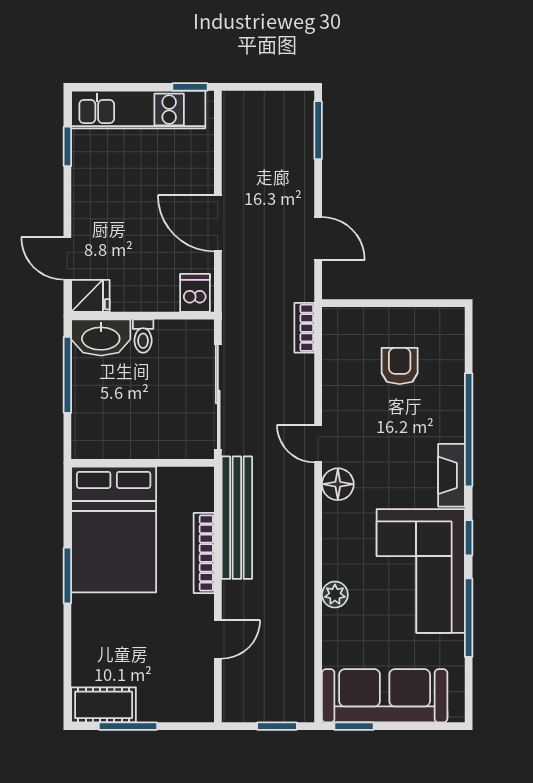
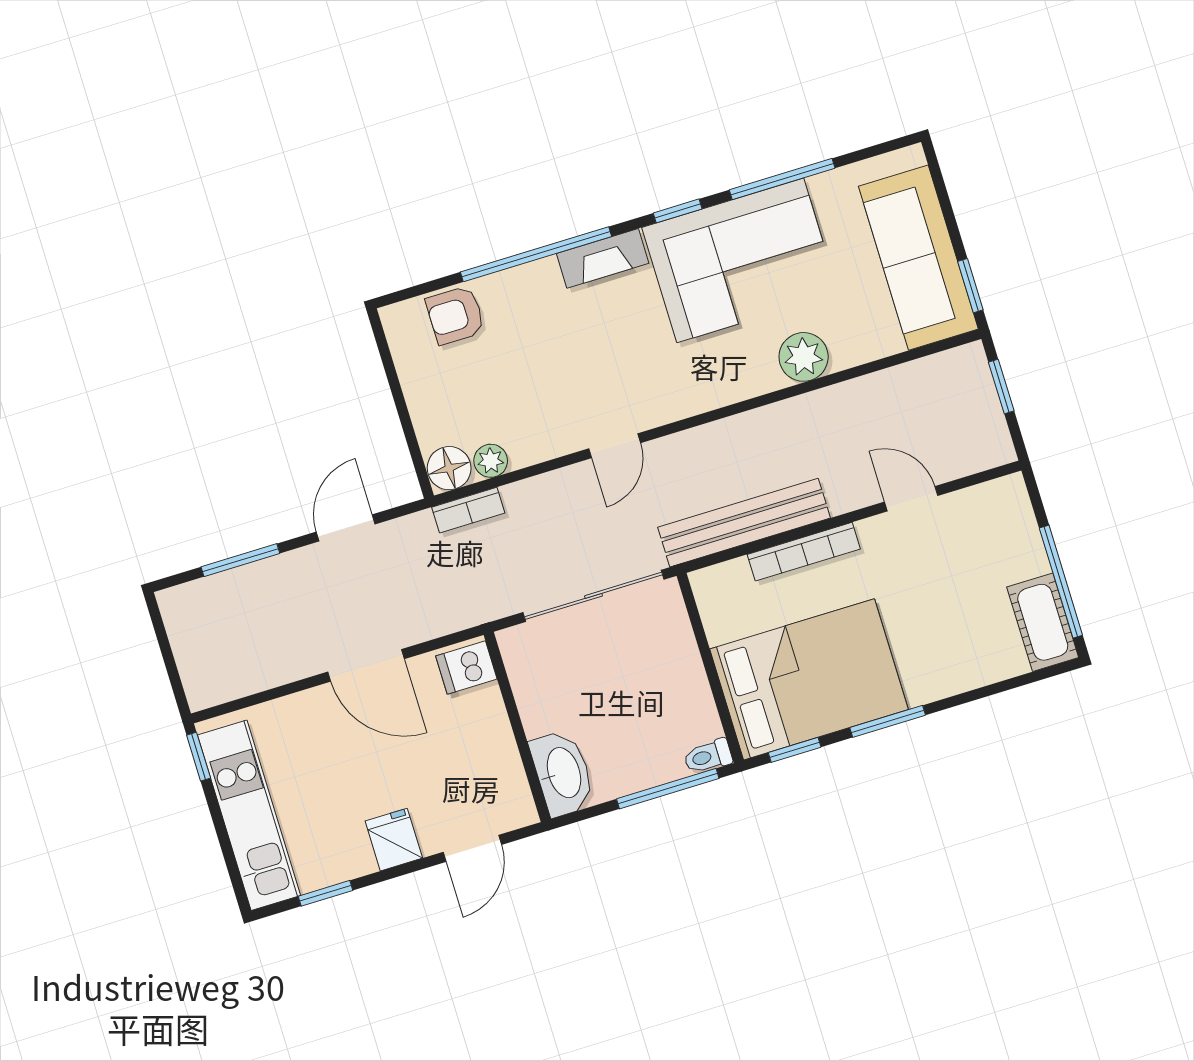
window: (318, 130) -> (240, 560), moved
door: (218, 223) -> (366, 665), hinge flipped
fridge: (90, 296) -> (394, 840), moved
toilet: (143, 336) -> (708, 756), moved, turned 180
plant: (334, 354) -> (491, 461), added
armchair: (400, 366) -> (455, 315), moved
window: (67, 375) -> (668, 789), moved
floor lamp: (338, 484) -> (449, 468), moved
window: (67, 504) -> (795, 750), added
plant: (335, 595) -> (804, 357), width x1.38, depth x1.38
window: (128, 726) -> (1061, 582), width x1.44

